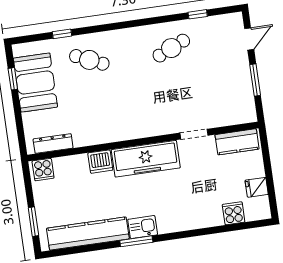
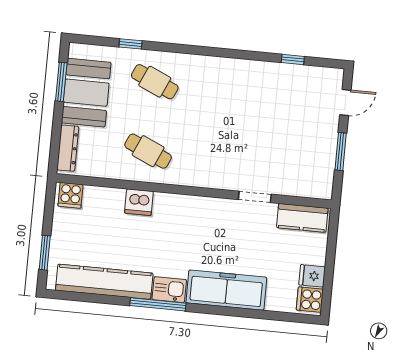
cafe table: (171, 48) -> (148, 151), moved, turned 48
window: (13, 79) -> (61, 82), width x1.50
dresser: (53, 143) -> (68, 148), moved, turned 90
freezer: (146, 159) -> (226, 290), moved, turned 180
cooker: (234, 213) -> (310, 300), moved, turned -90
window: (136, 241) -> (158, 304), width x1.44

